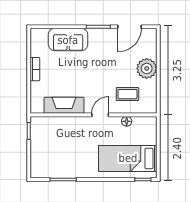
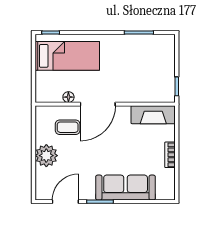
sofa: (68, 40) -> (126, 188), width x1.36
fireplace: (64, 105) -> (153, 115), moved
door: (100, 115) -> (98, 104), width x1.88

